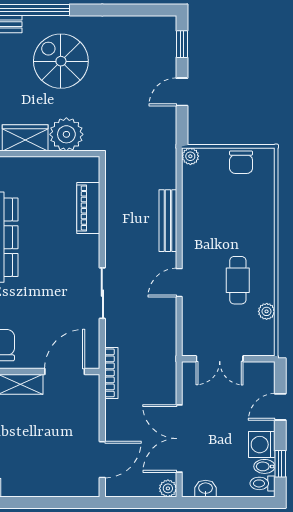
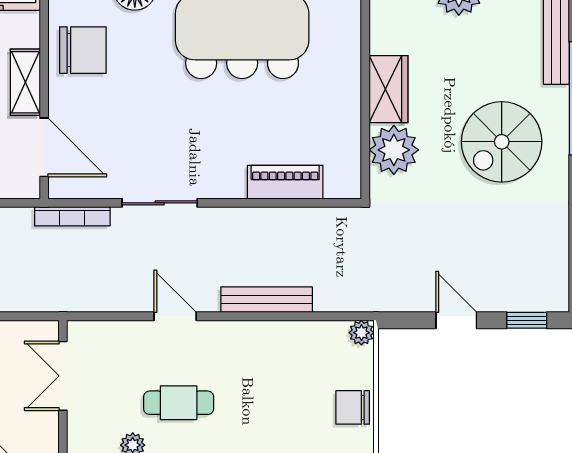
spiral stairs: (61, 61) -> (502, 142), turned 180
bookcase: (111, 373) -> (72, 216), moved

